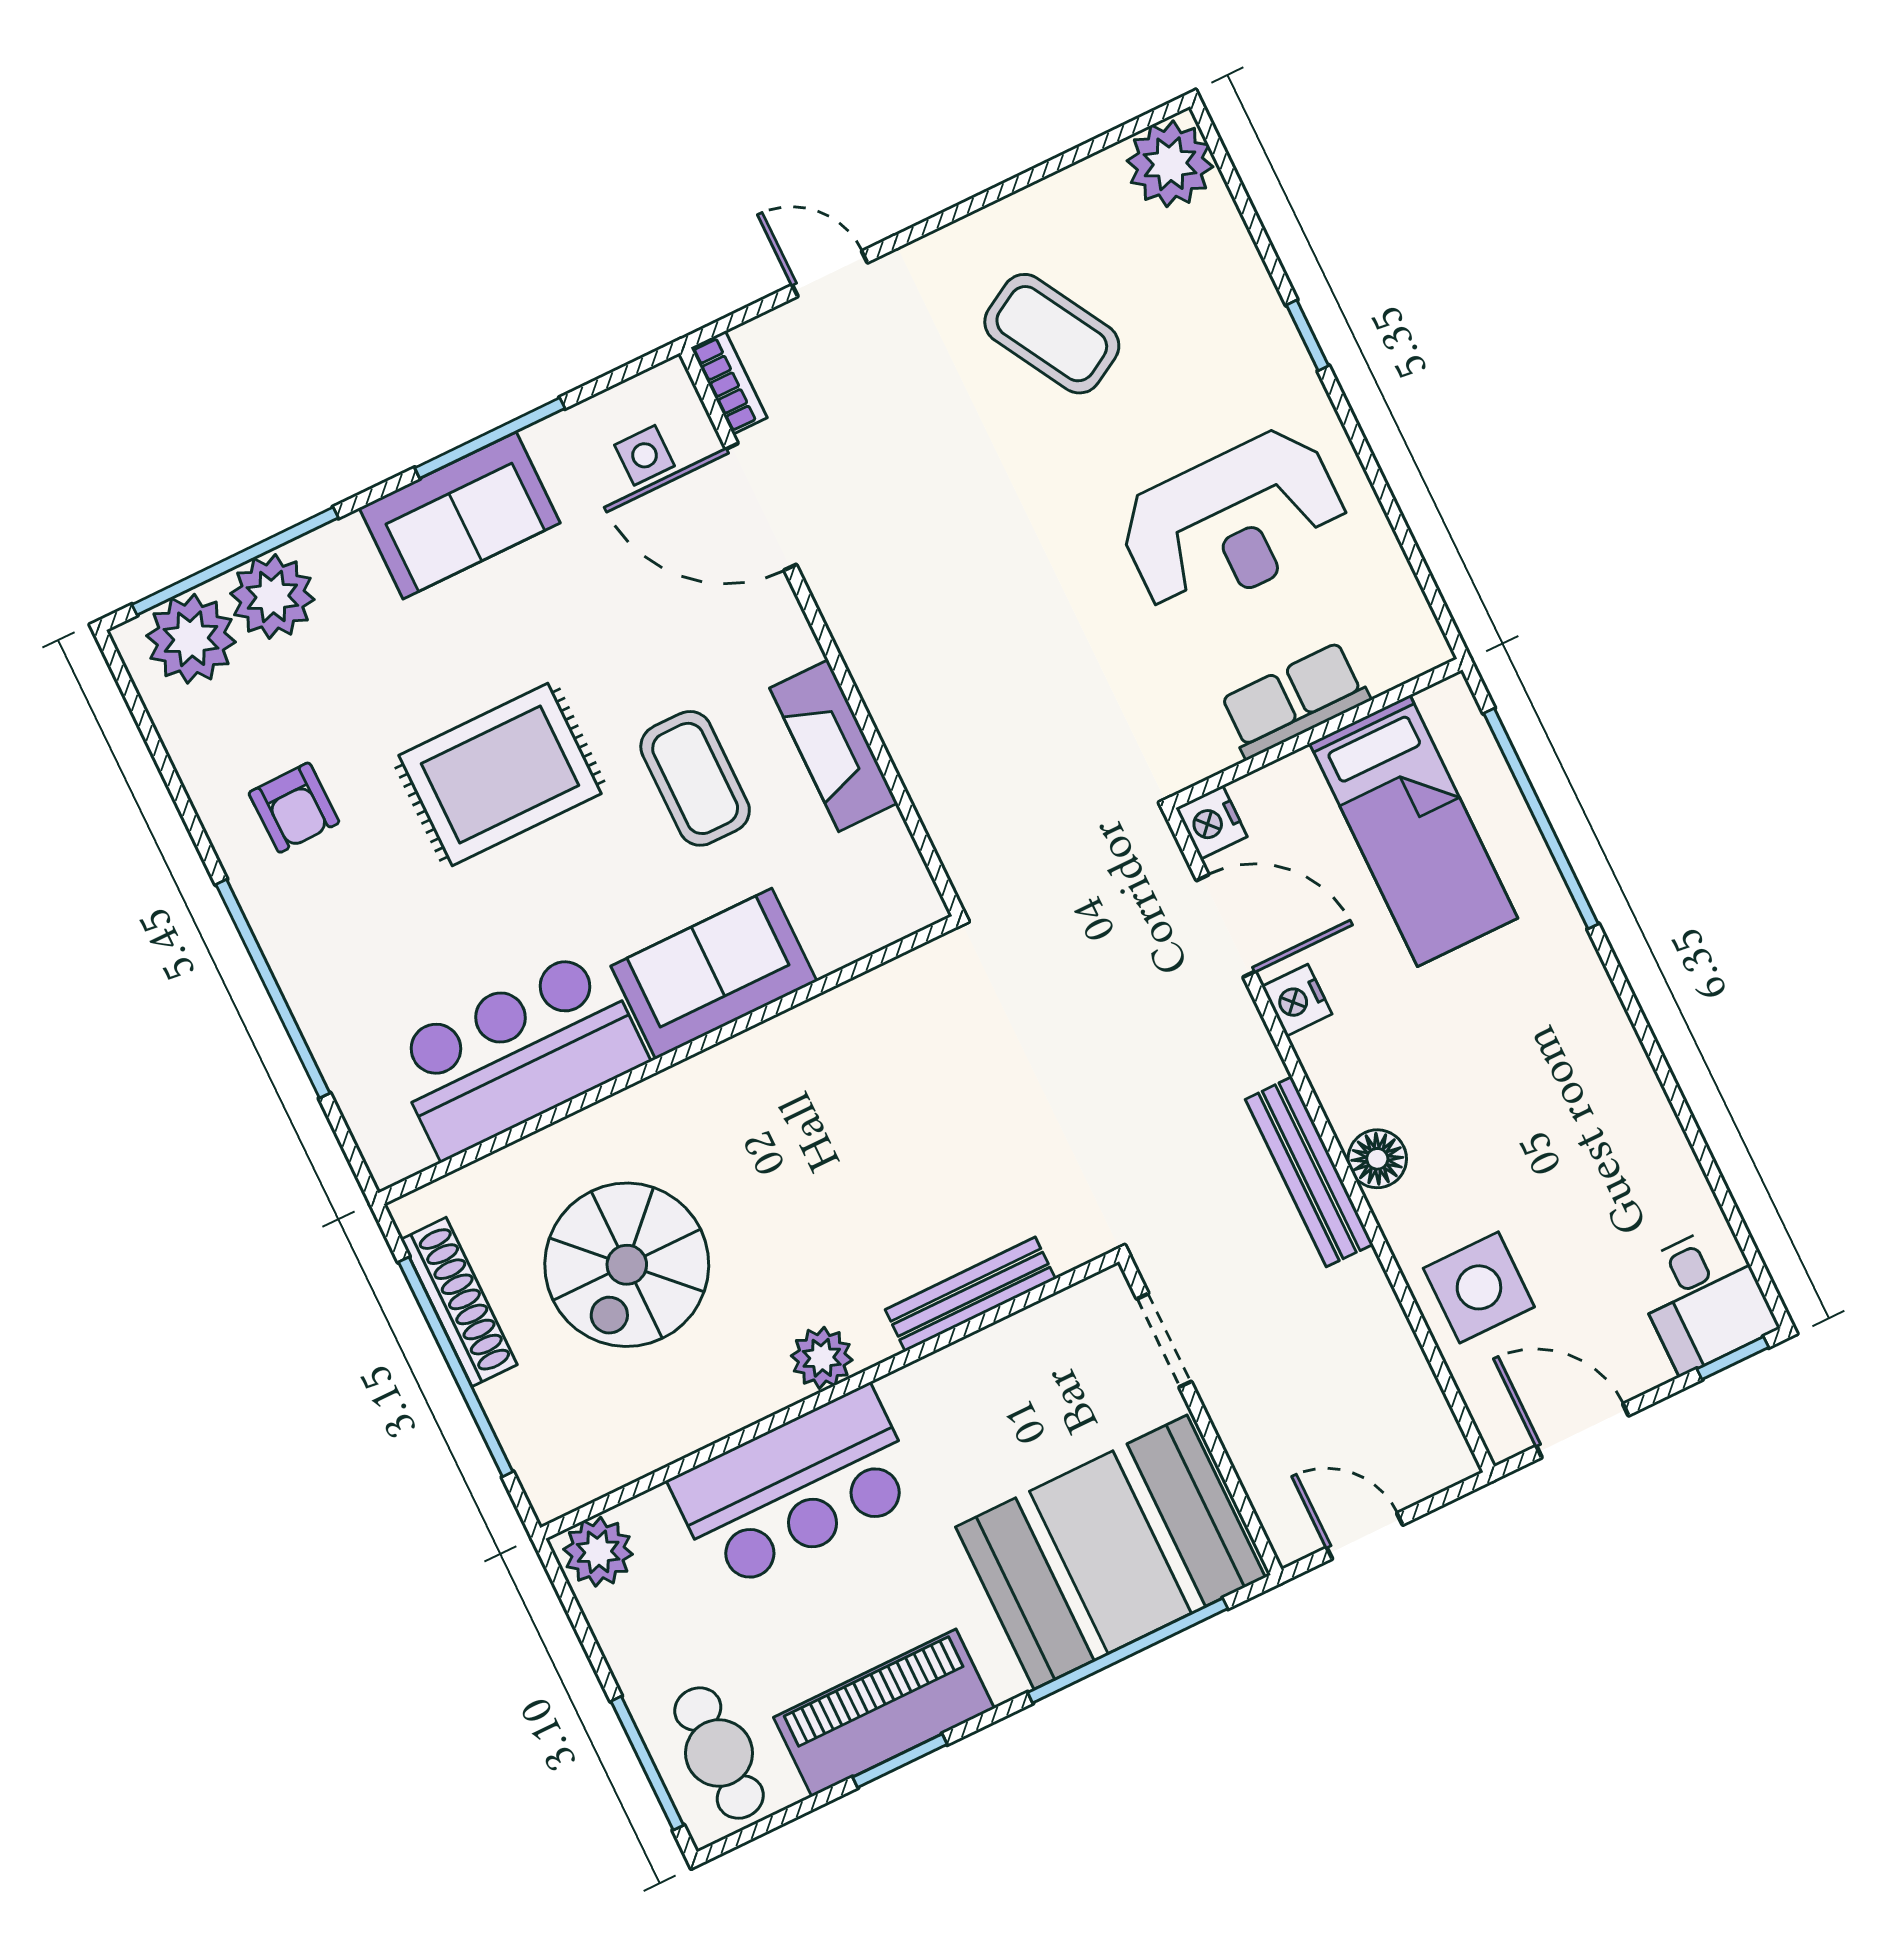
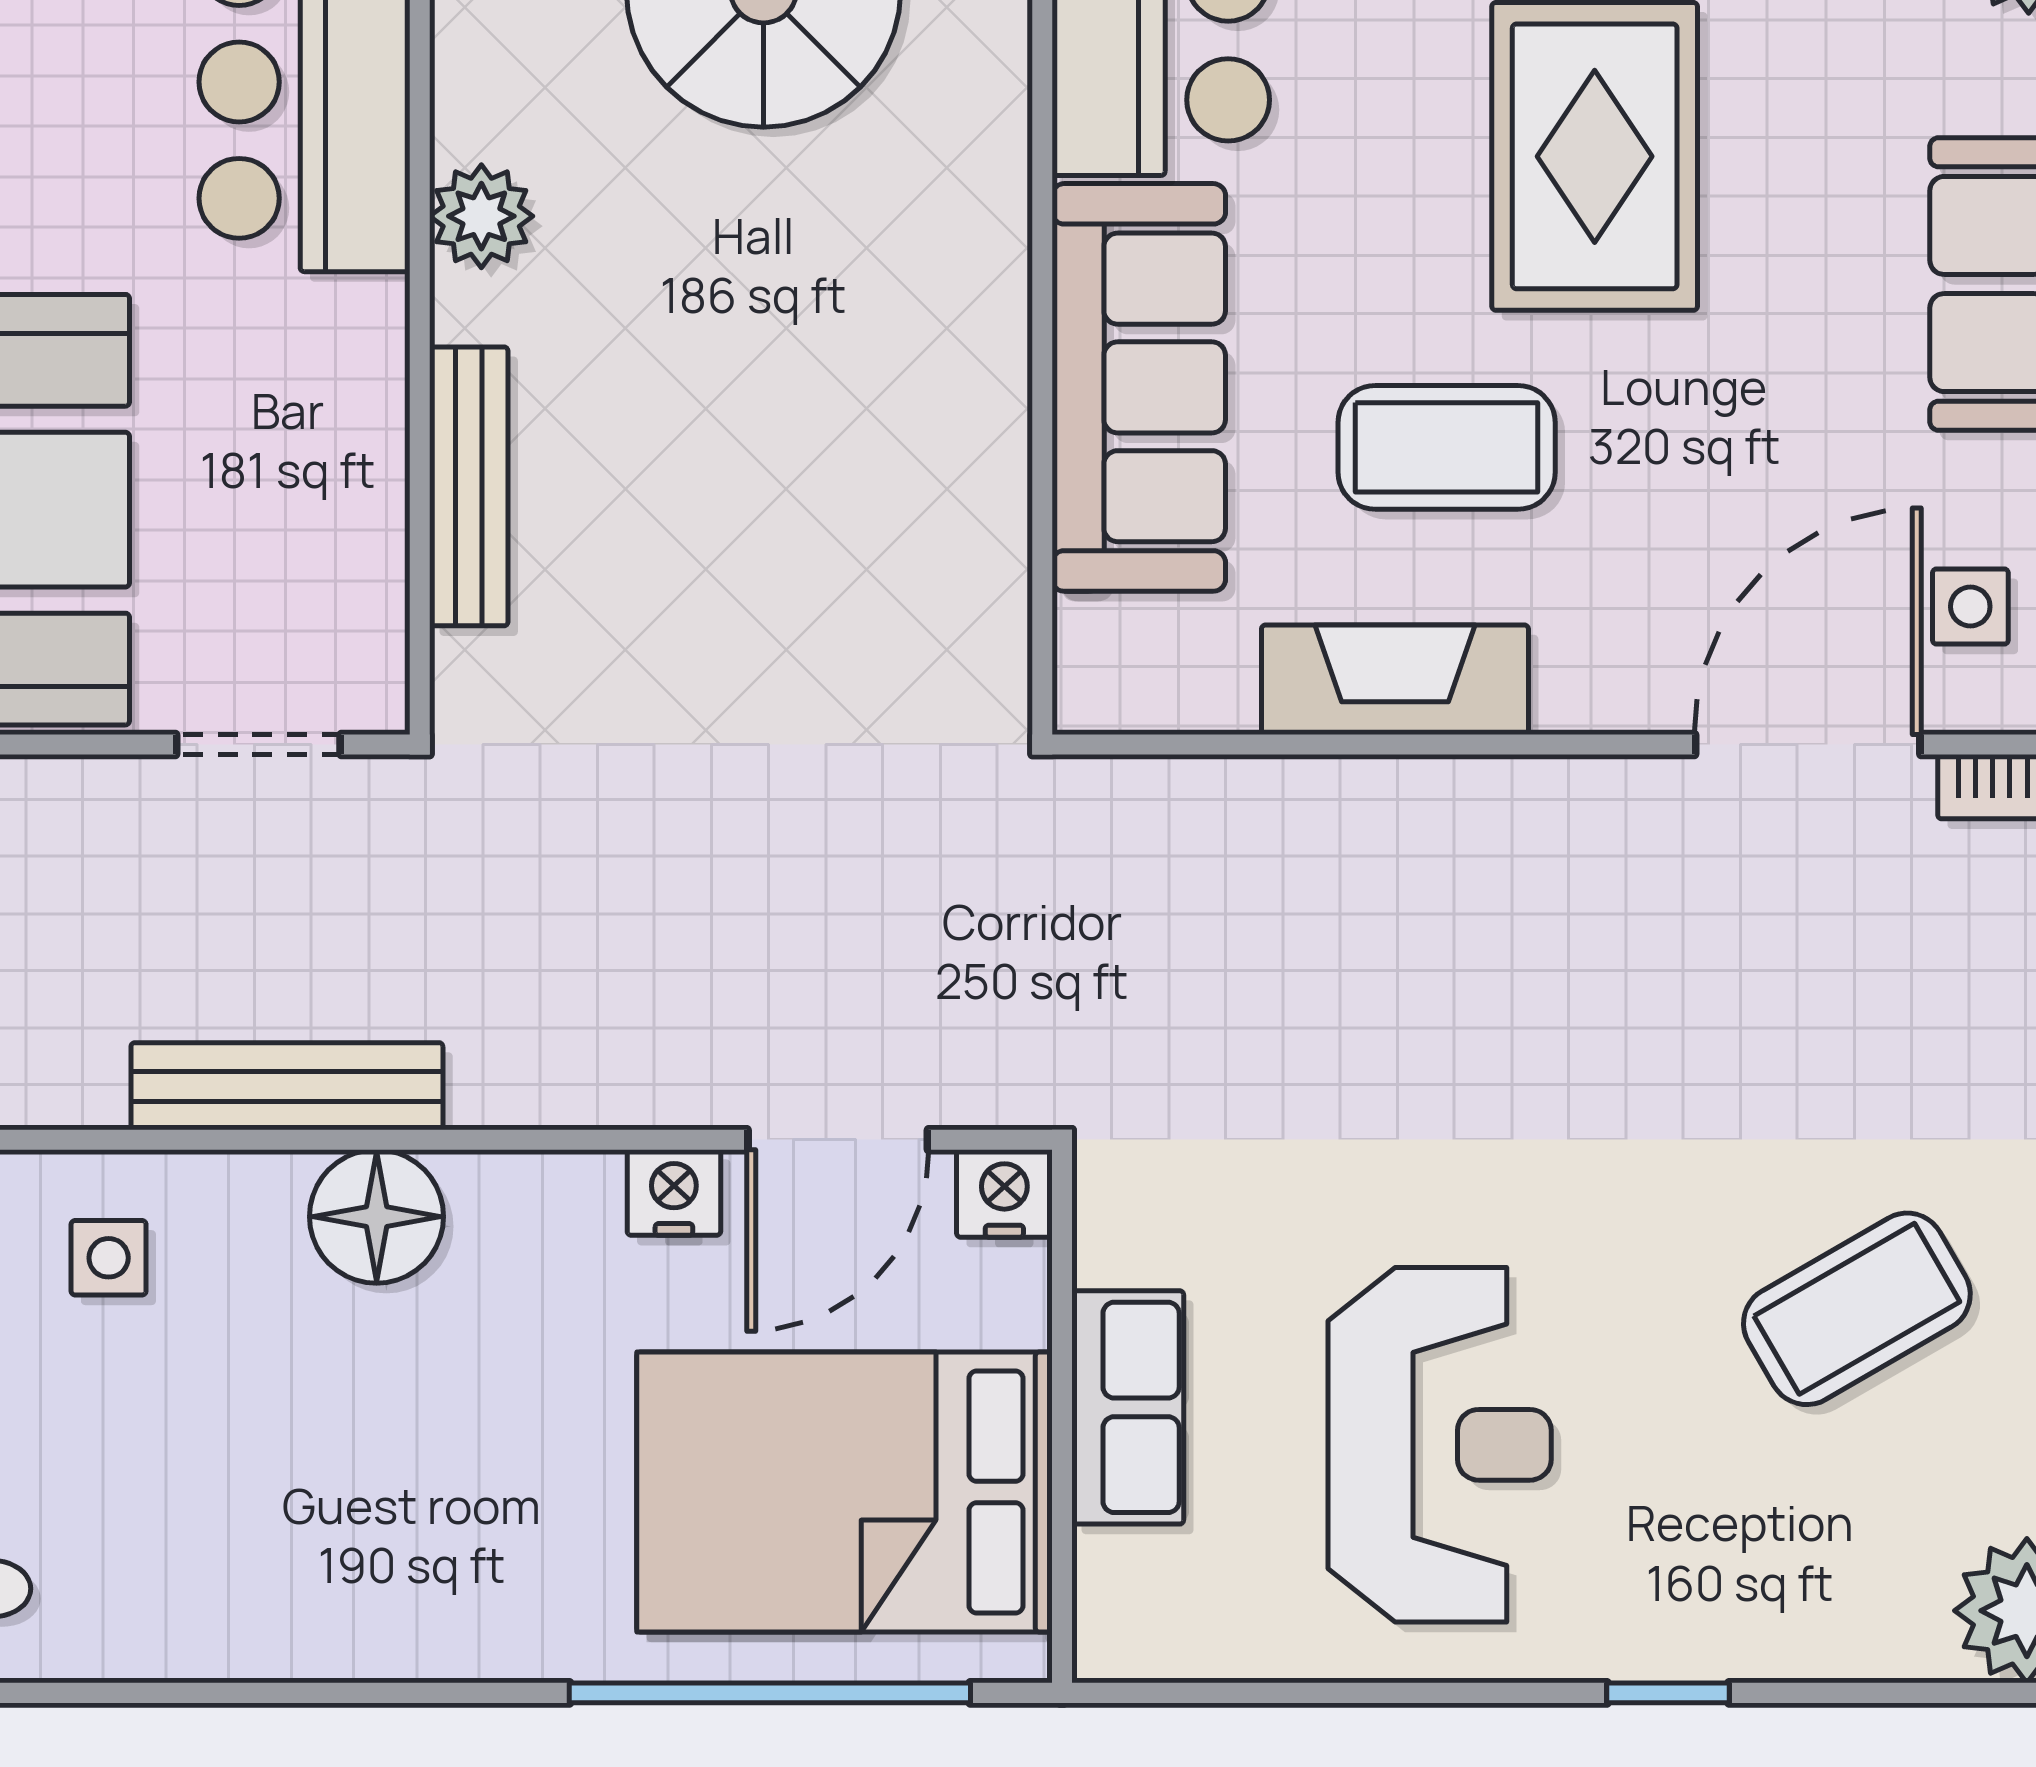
reception desk: (1233, 523) -> (1440, 1445), turned 180
bed: (1414, 831) -> (844, 1492), width x1.50
sofa: (714, 974) -> (1139, 387), width x1.36
floor lamp: (1377, 1159) -> (377, 1217), width x1.38, depth x1.38
bench: (1309, 1172) -> (287, 1086), moved
side table: (1479, 1287) -> (109, 1258), width x0.54, depth x0.54

